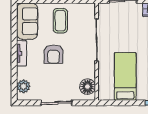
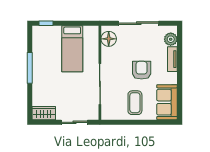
tv unit: (22, 53) -> (172, 59), moved
sliding door: (56, 103) -> (139, 23), width x1.37

